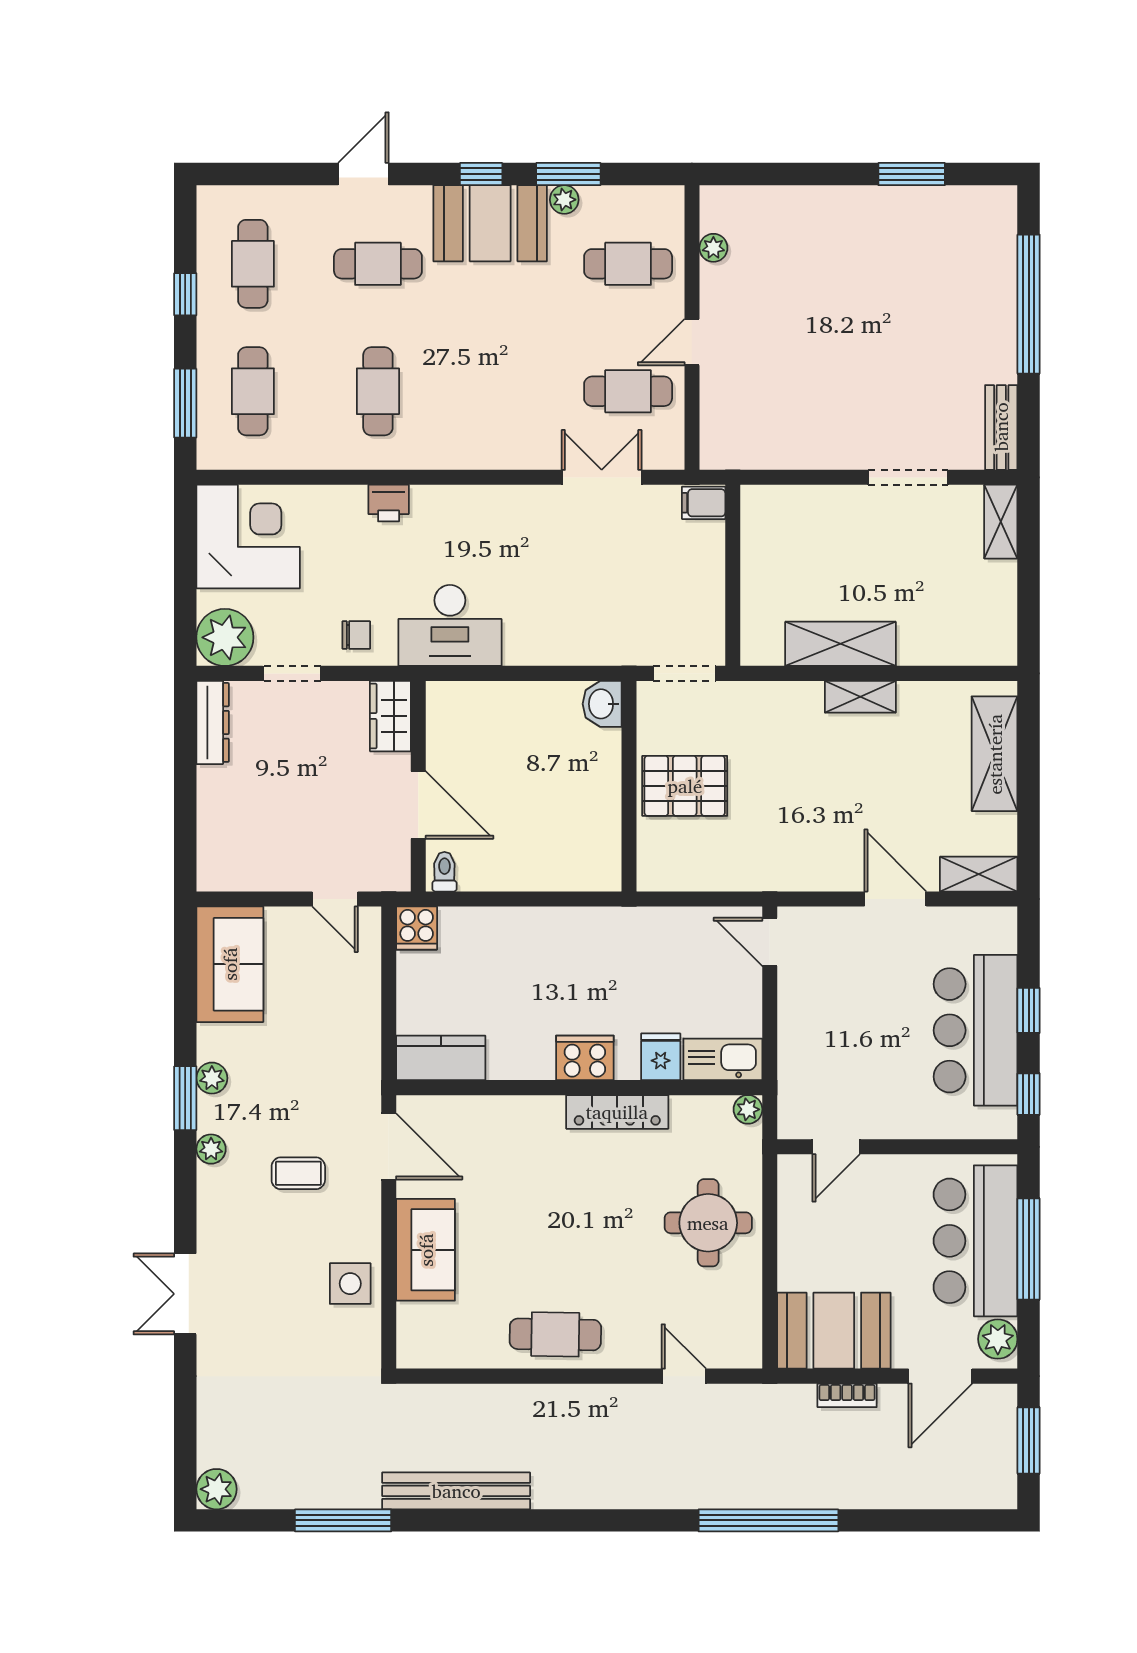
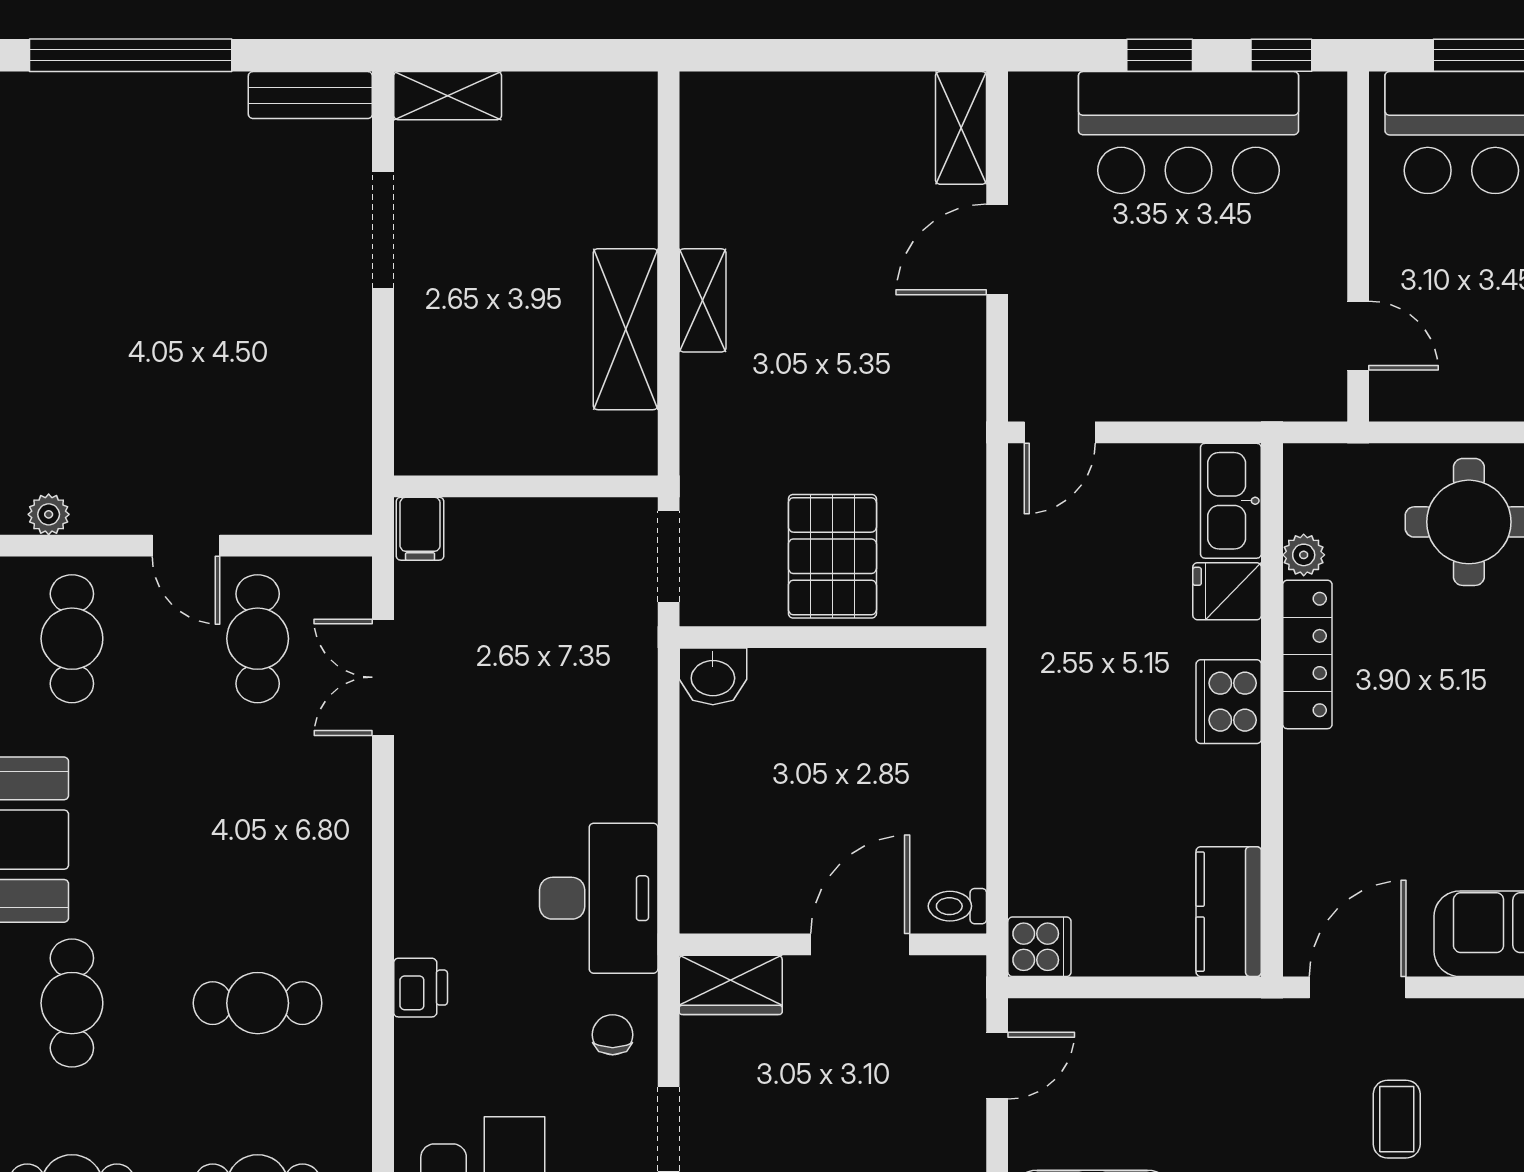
shelving: (995, 754) -> (786, 105), removed
plant: (748, 1109) -> (1304, 555), moved

